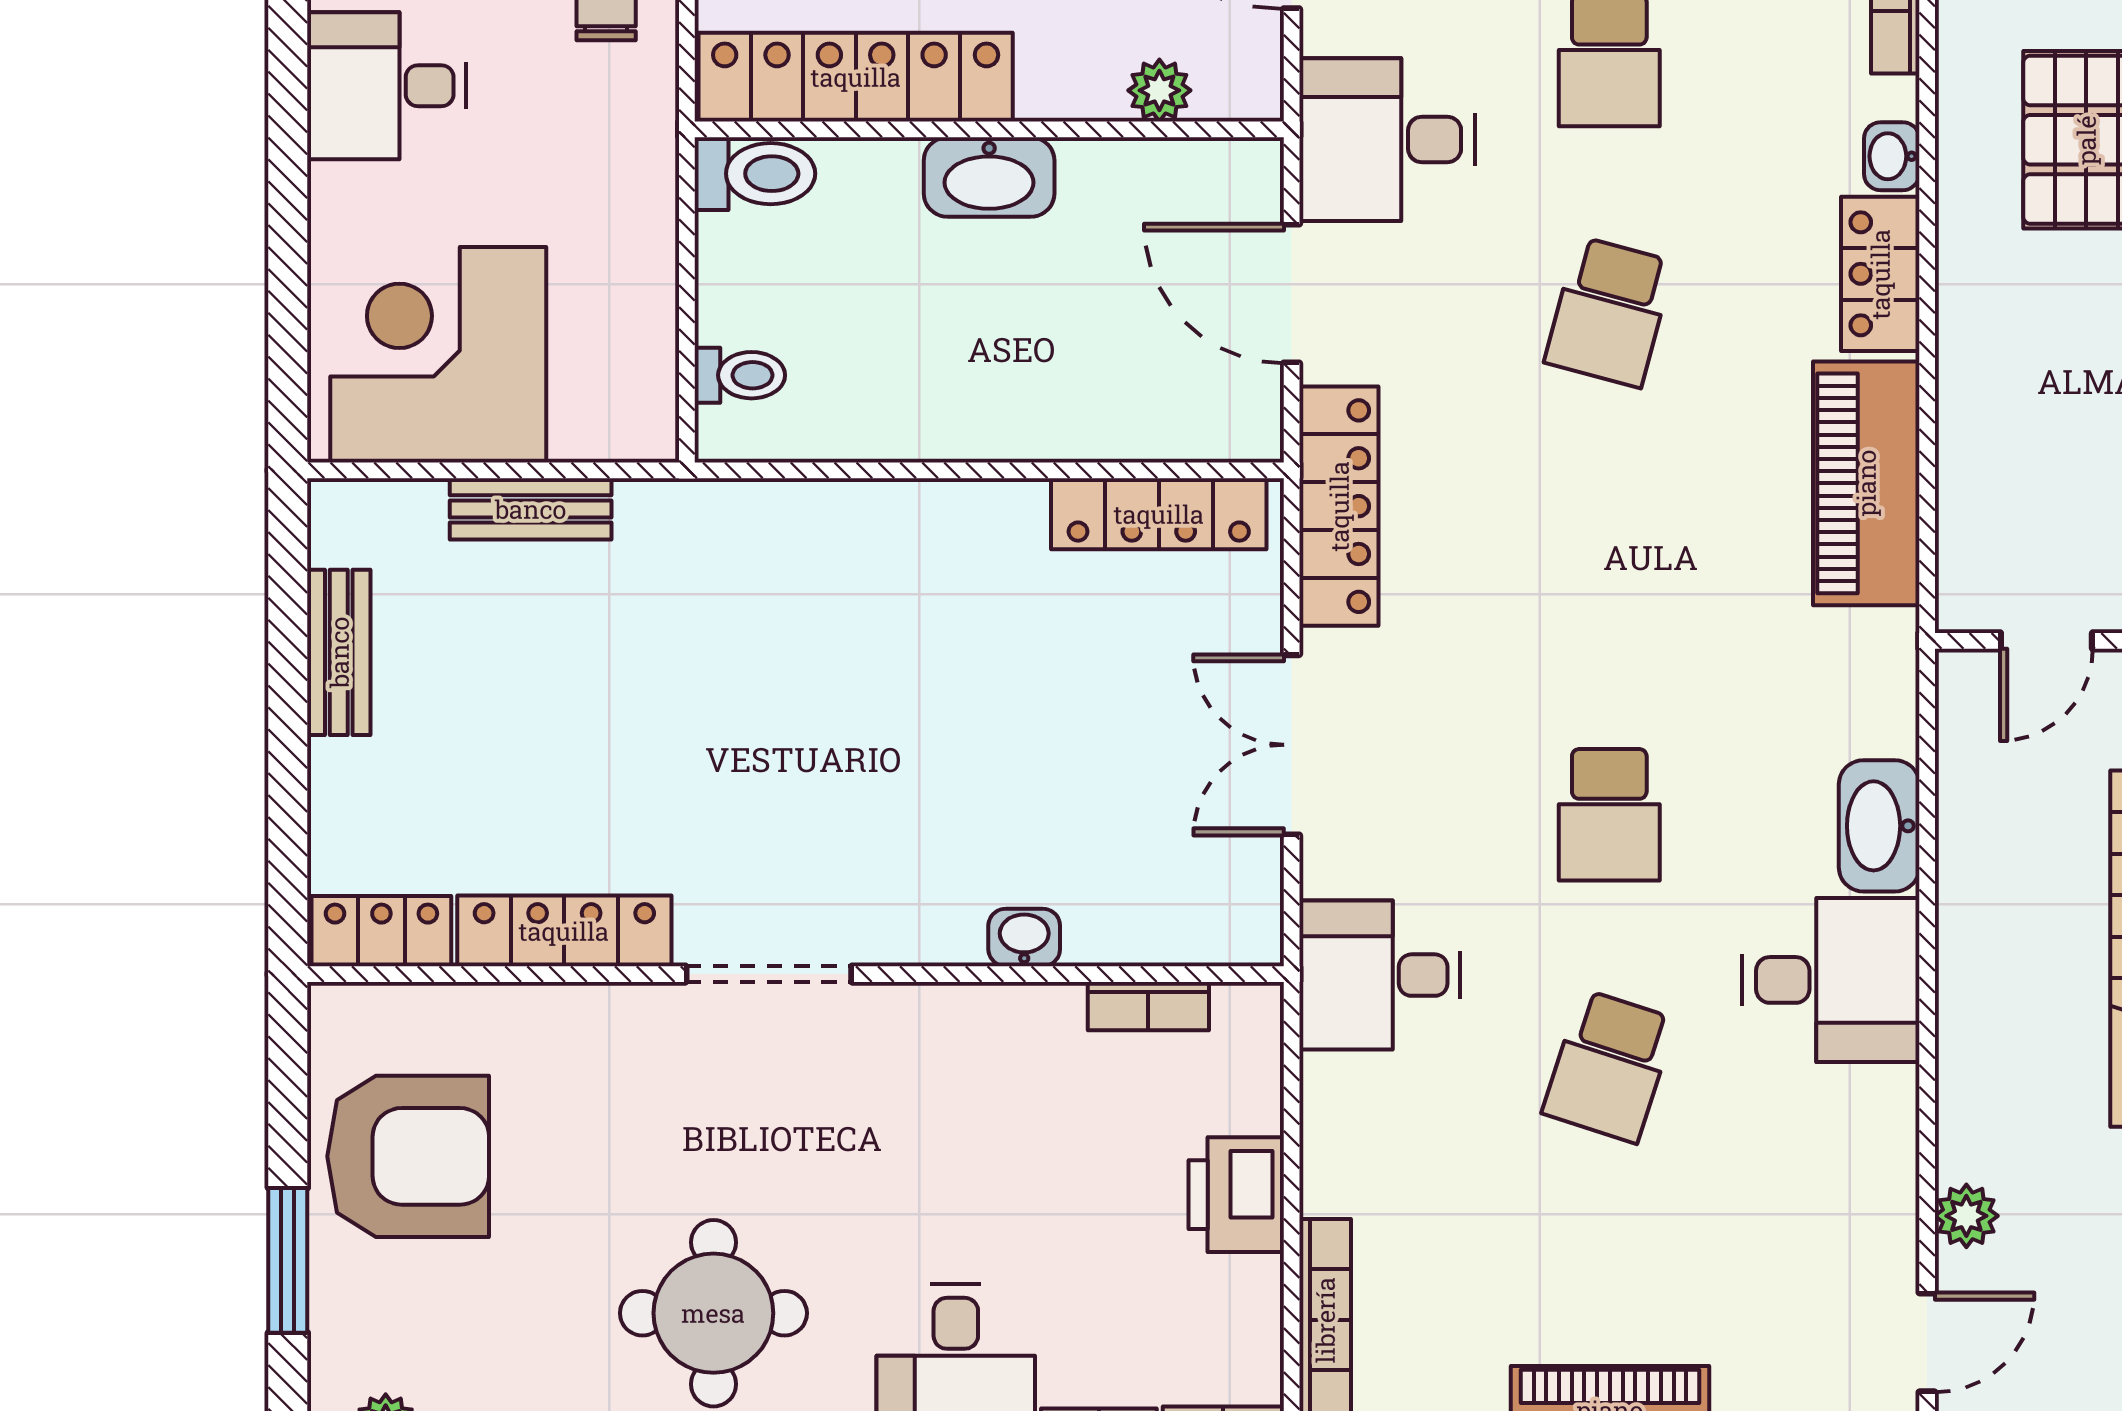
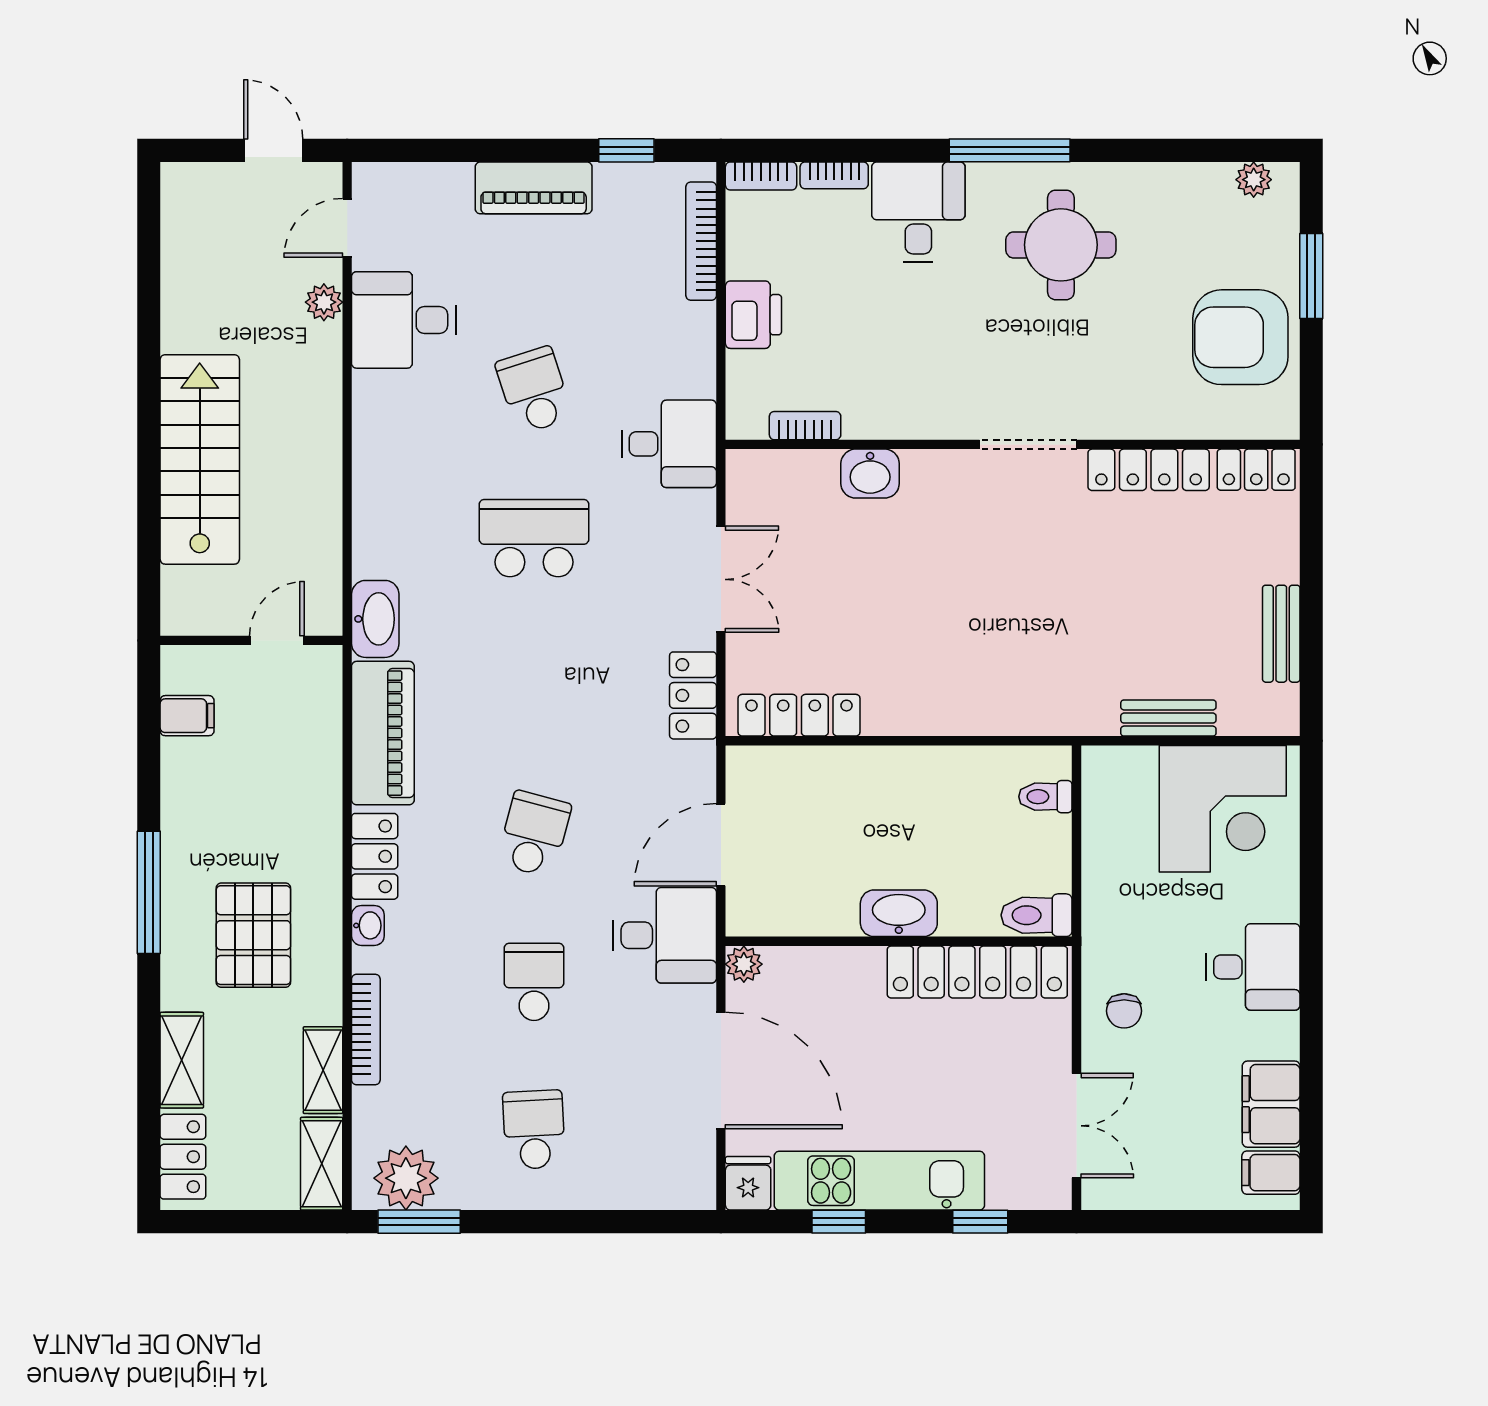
plant: (1159, 90) -> (744, 964), moved
door: (1292, 293) -> (721, 845), swing flipped
locker: (1339, 506) -> (693, 695), width x0.66
school desk: (1609, 815) -> (534, 538), width x1.85
washbasin: (1879, 826) -> (375, 619), moved
washbasin: (1024, 937) -> (870, 474), width x1.38, depth x1.45
desk: (1831, 980) -> (404, 320), moved
school desk: (1609, 1066) -> (534, 390), turned -36

